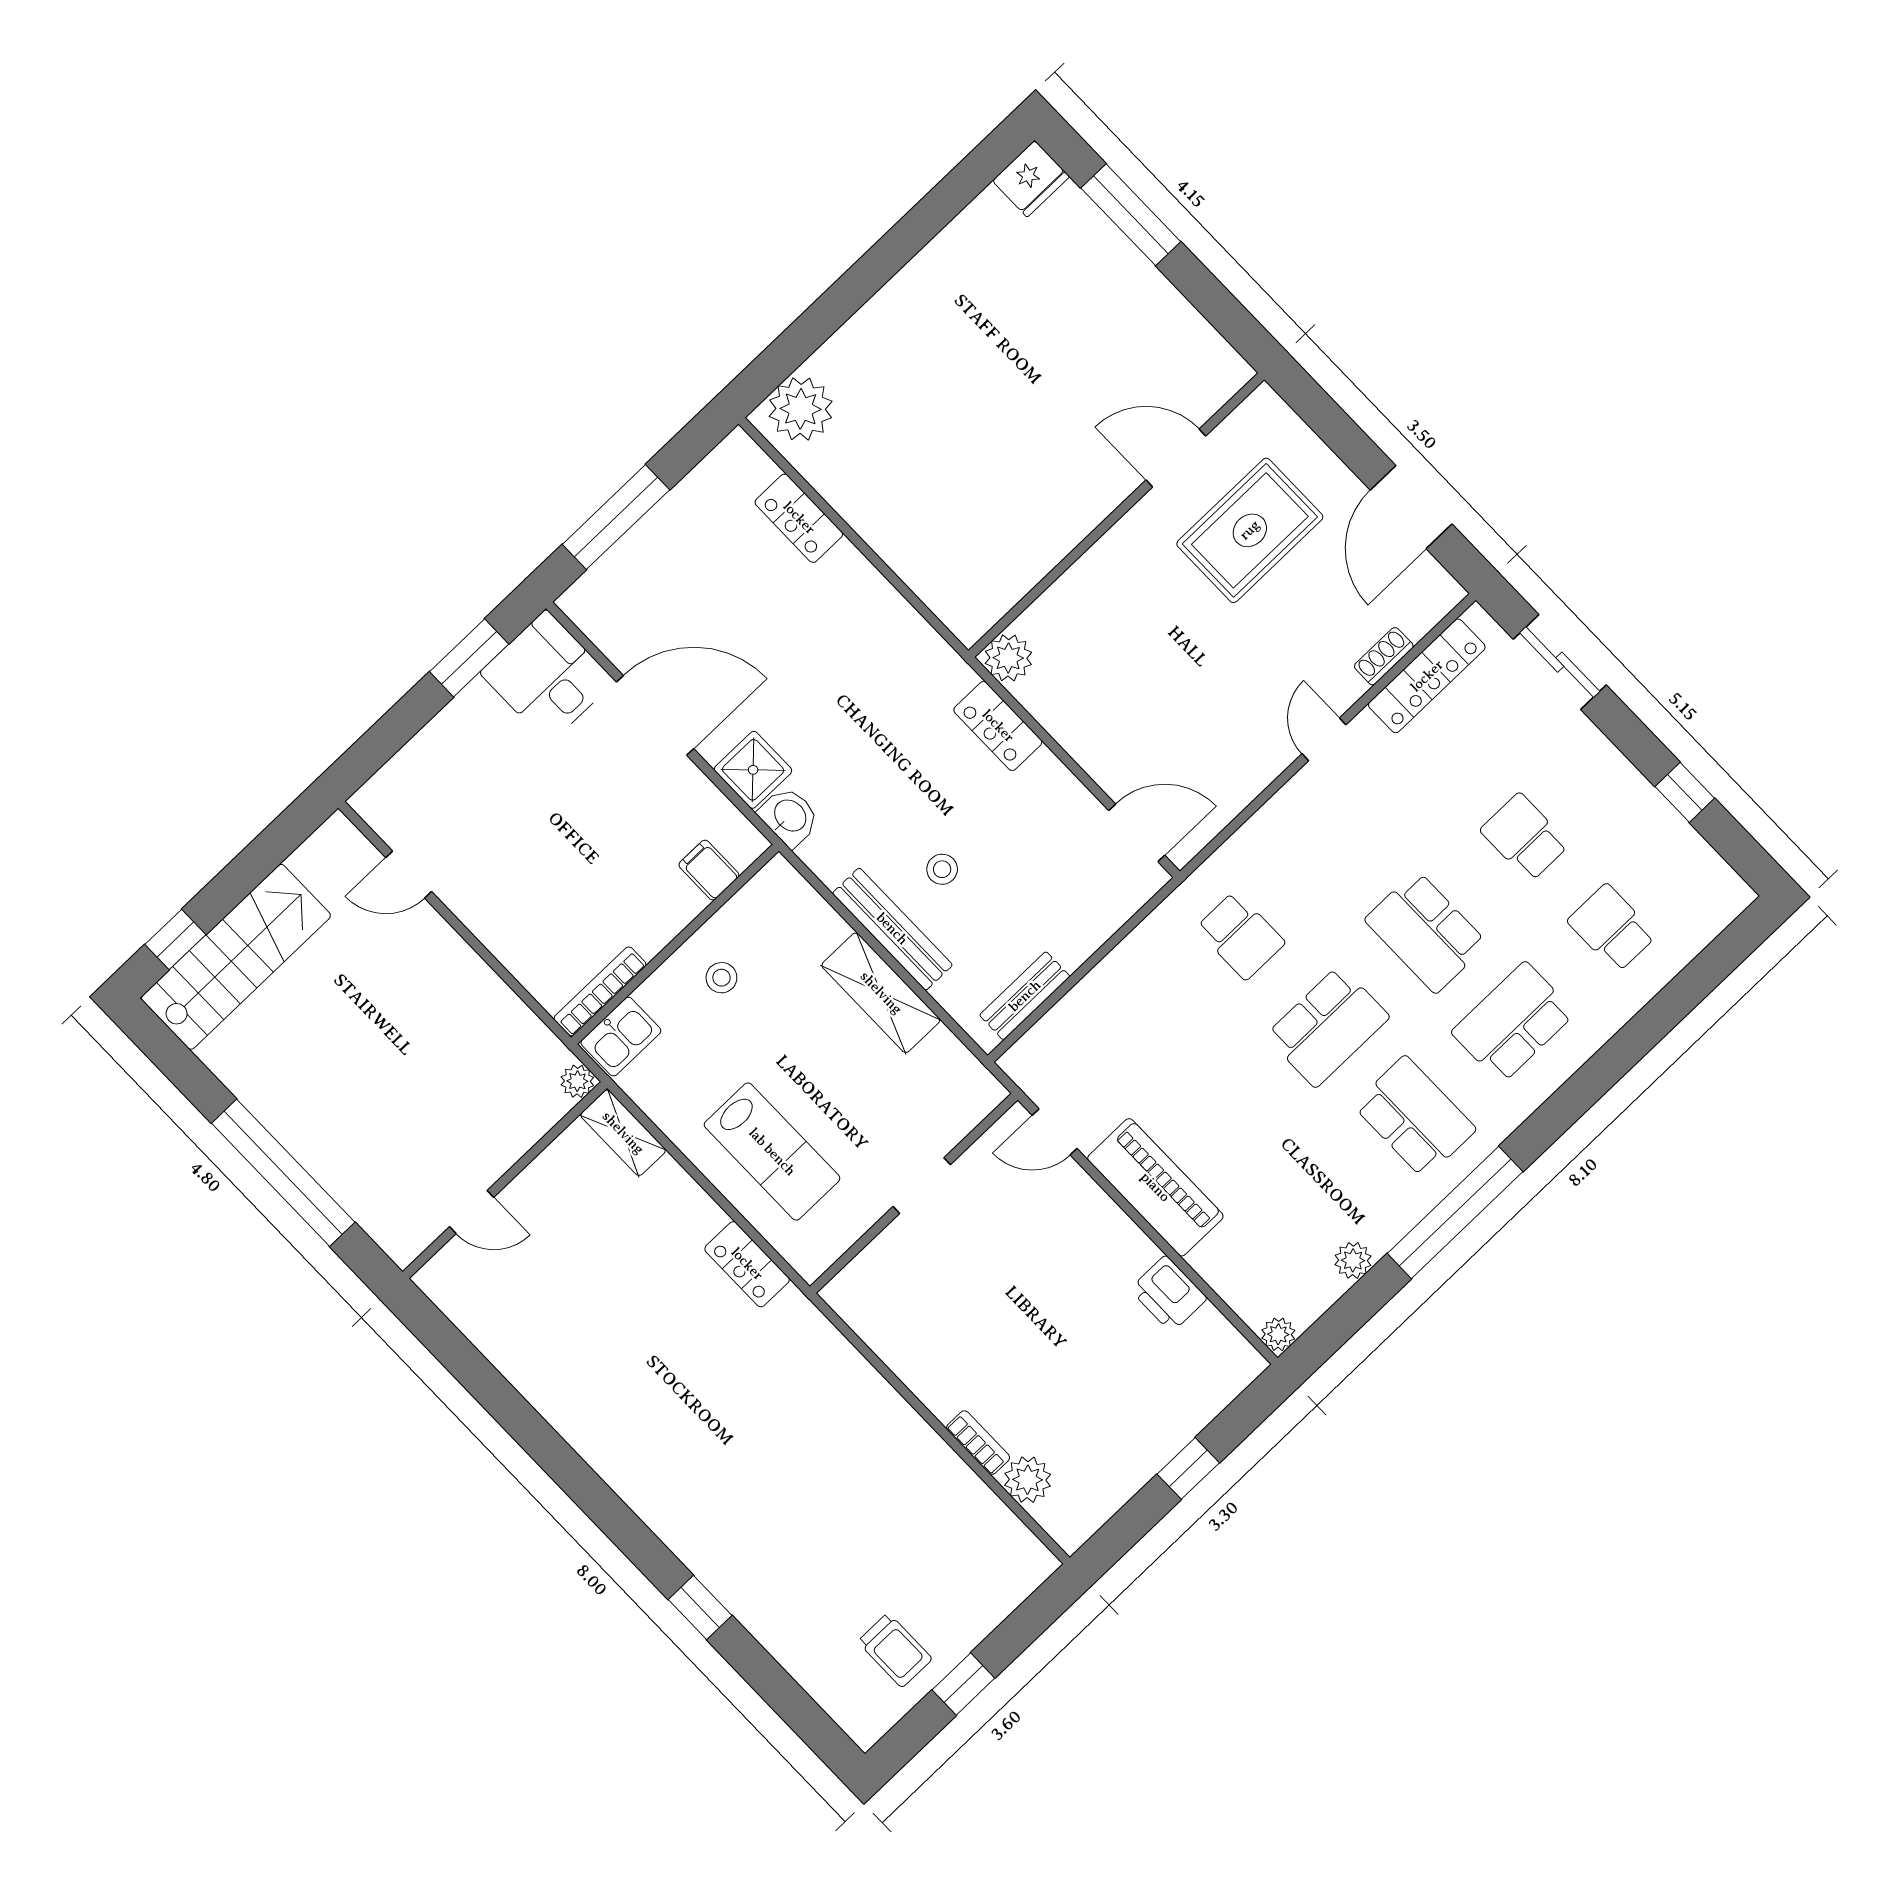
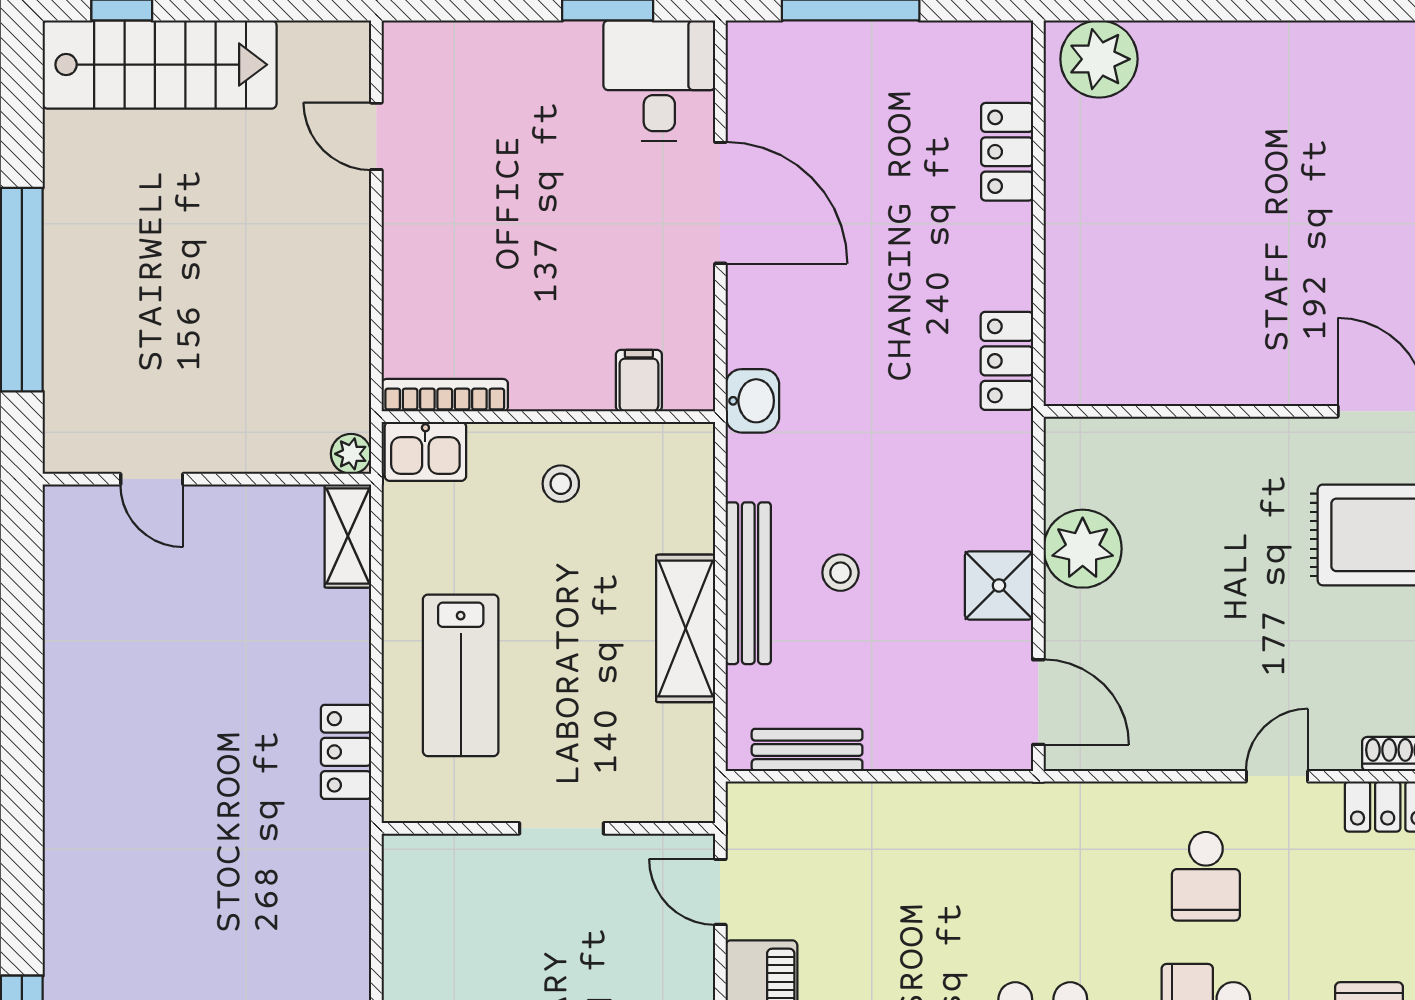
plant: (1008, 658) -> (1083, 549), moved, width x1.36, depth x1.36
locker: (998, 726) -> (1007, 361), moved
shower: (753, 770) -> (999, 585), moved
school desk: (1240, 935) -> (1206, 876), moved

